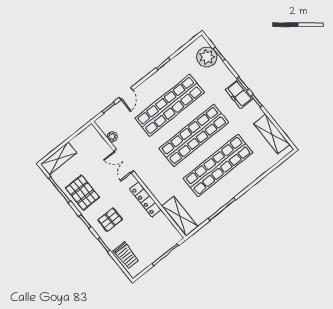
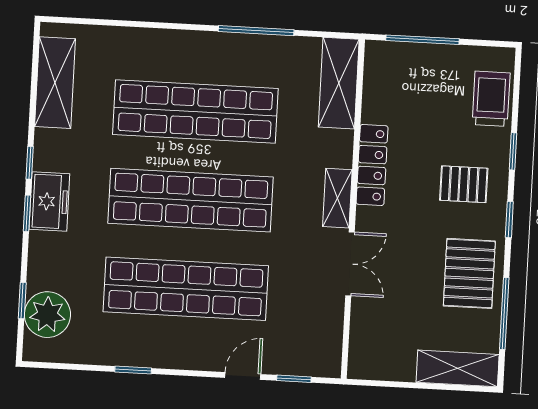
plant: (112, 137) -> (332, 324), removed
shelving: (147, 179) -> (337, 198), added

